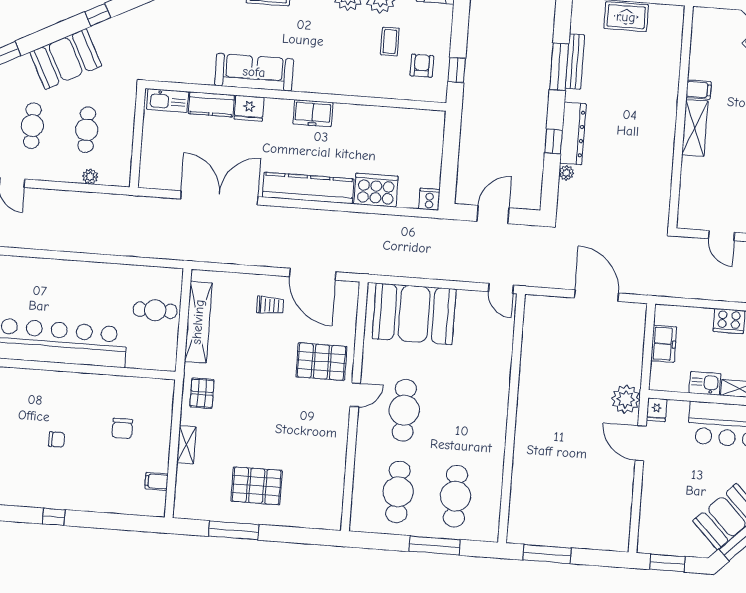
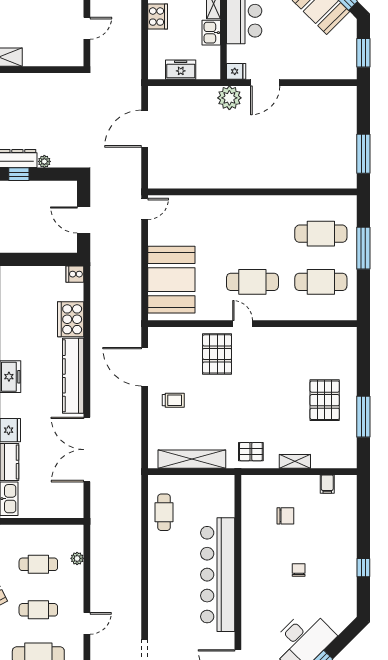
door: (313, 274) -> (145, 367), swing flipped
trolley: (270, 305) -> (173, 400), turned 90
cafe table: (155, 310) -> (164, 512), moved

